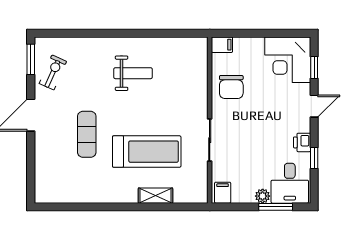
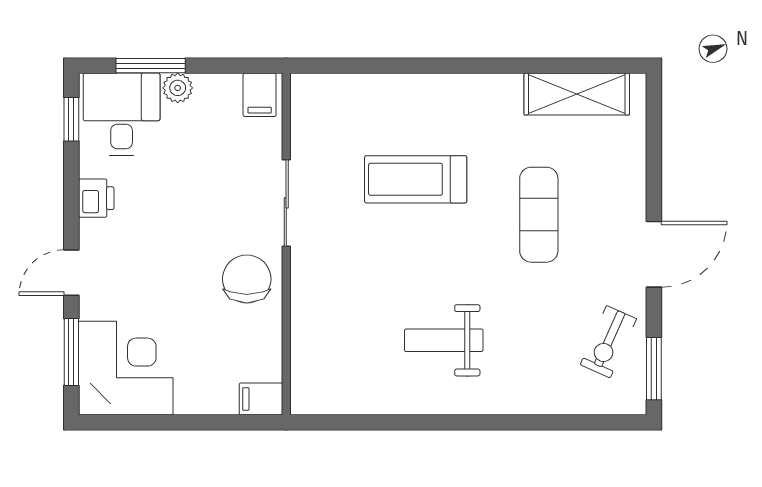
window: (314, 67) -> (71, 352), width x1.50
chair: (231, 87) -> (247, 279), moved
treadmill: (147, 152) -> (416, 179), width x0.73, depth x0.73
window: (314, 158) -> (71, 119), moved
shelving: (155, 196) -> (577, 94), moved, width x1.50, depth x1.33

